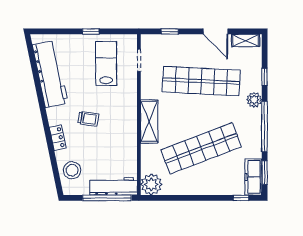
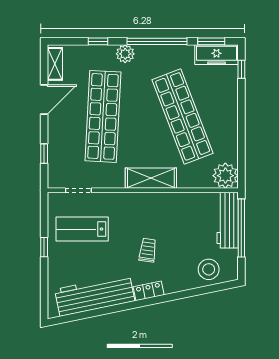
locker: (58, 138) -> (149, 291), moved

